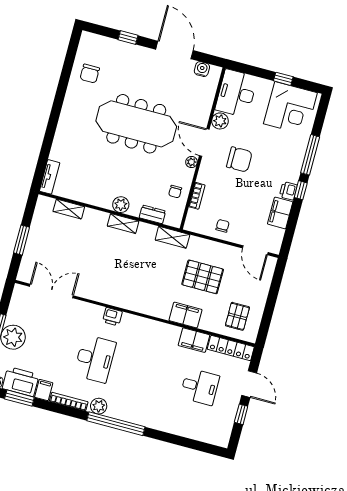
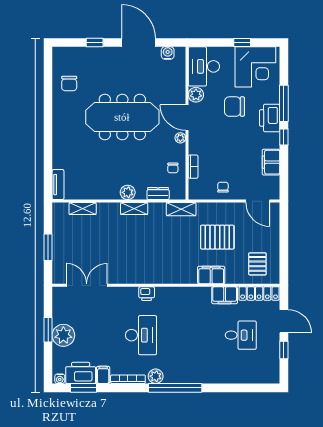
chair: (239, 159) -> (234, 107), moved, turned 180
printer: (288, 191) -> (270, 118), moved, width x1.87, depth x1.48

